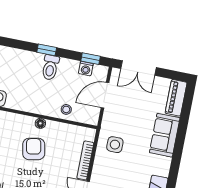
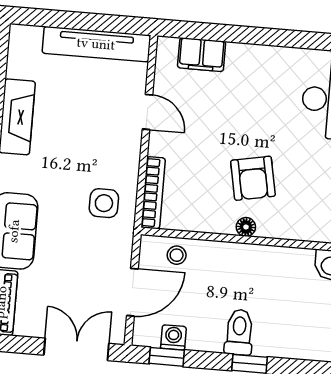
stool: (66, 109) -> (177, 255), moved
bookcase: (85, 160) -> (153, 193), moved

